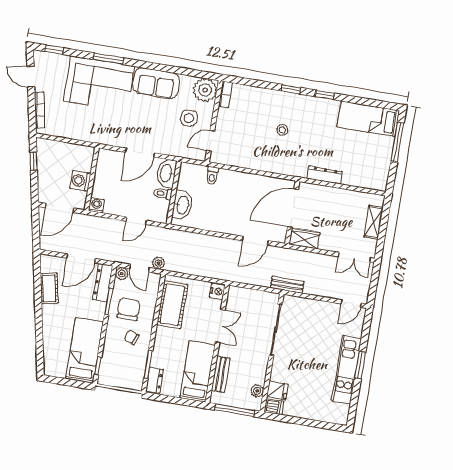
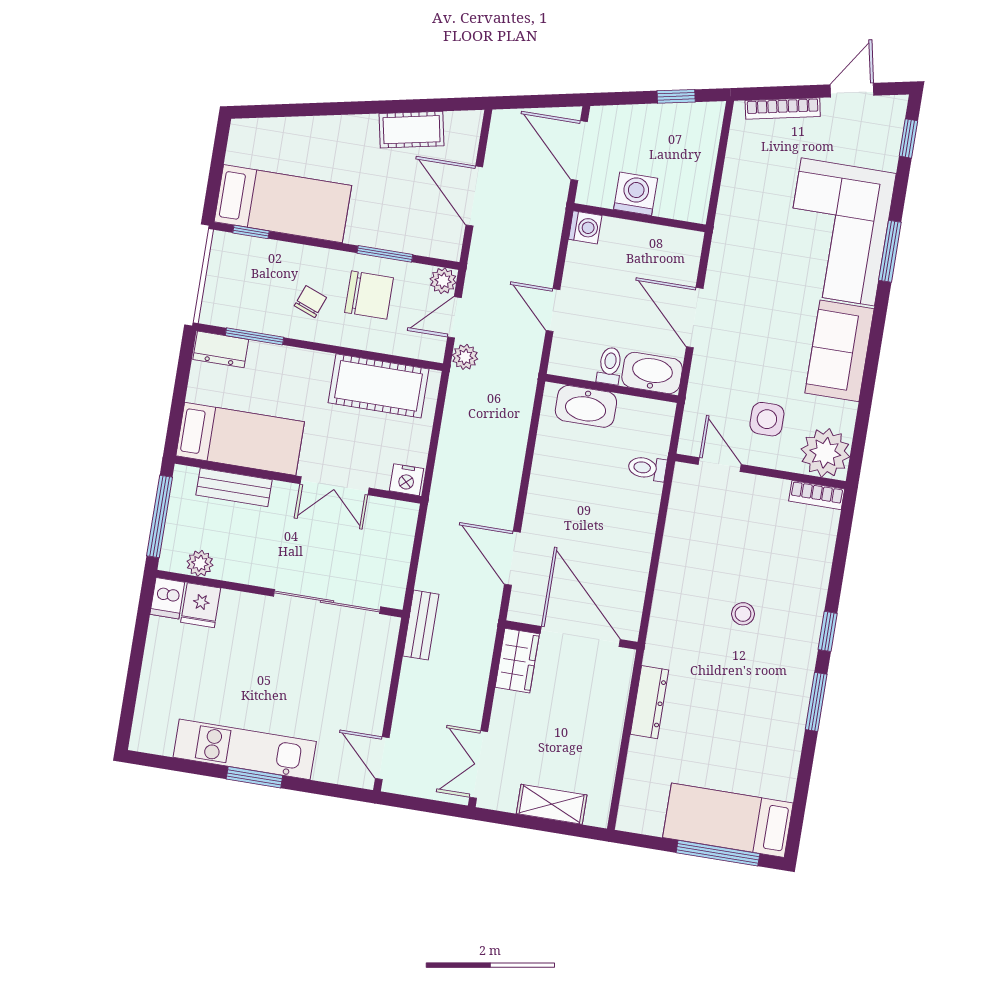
window: (325, 95) -> (816, 702), width x1.50
bed: (368, 119) -> (728, 820), moved, turned -90
dresser: (103, 283) -> (424, 241), removed

